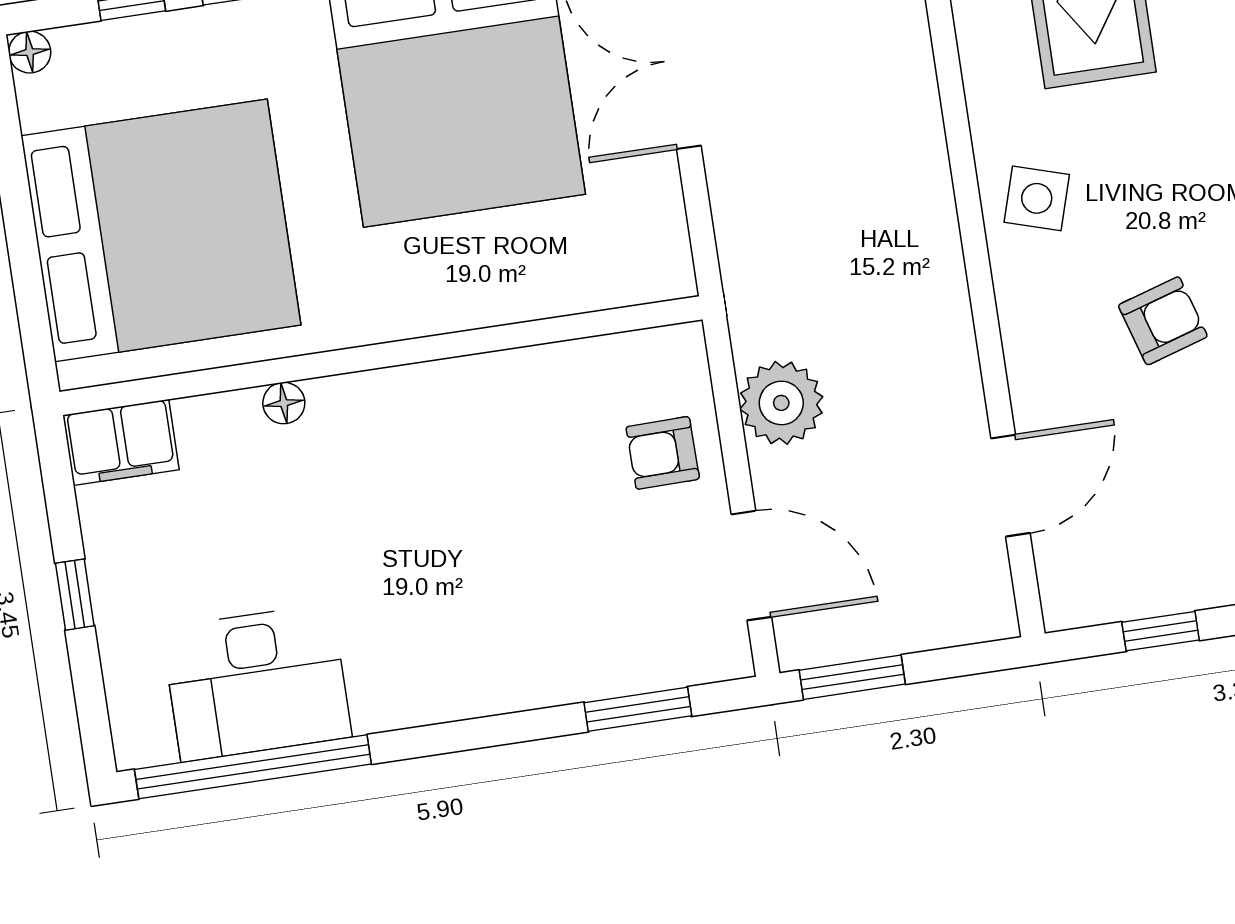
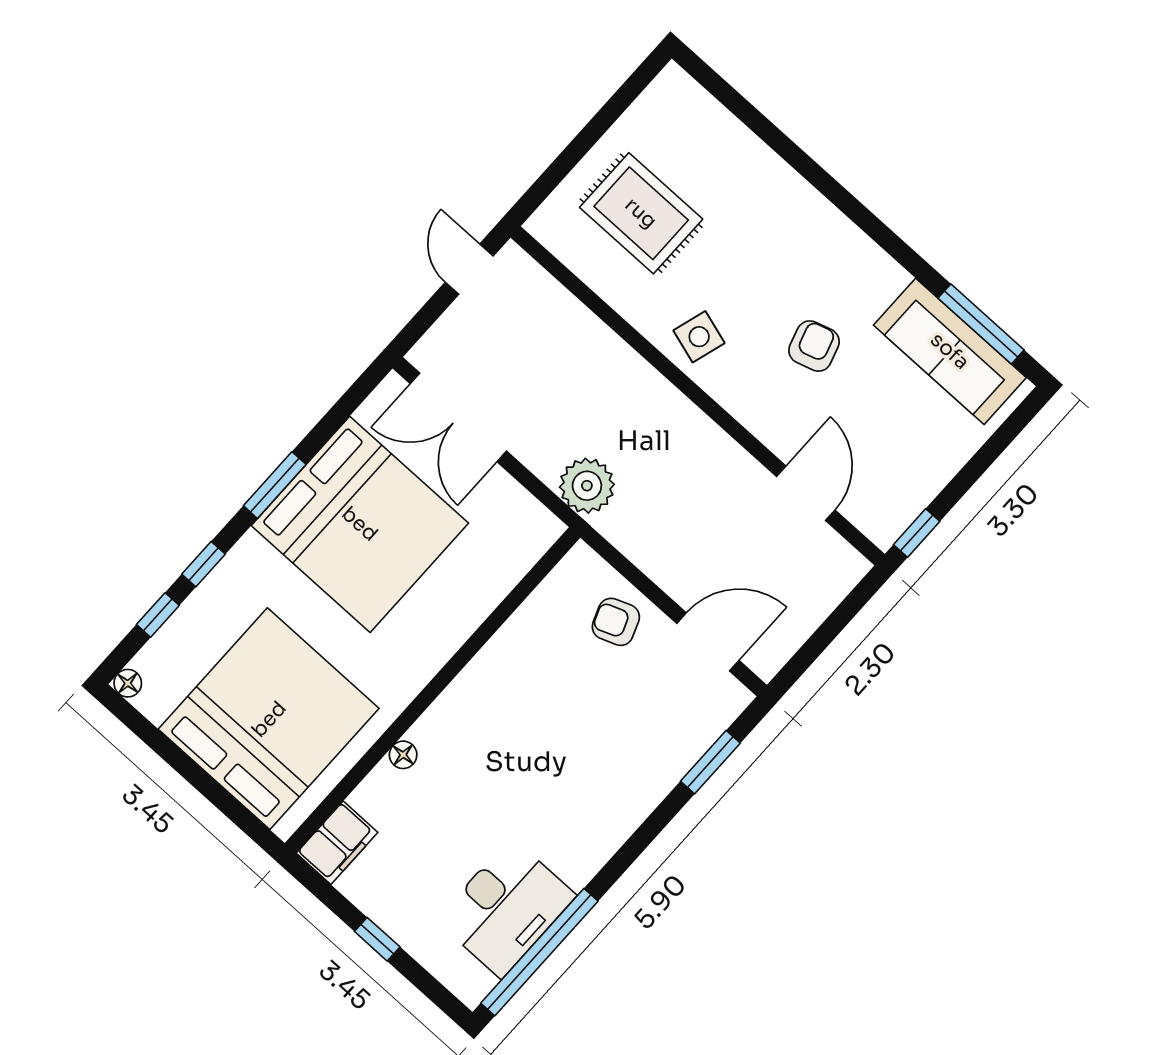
plant: (781, 403) -> (587, 486), moved
armchair: (663, 453) -> (616, 622), turned 70
window: (1161, 631) -> (917, 533), moved
window: (852, 677) -> (806, 656), removed

